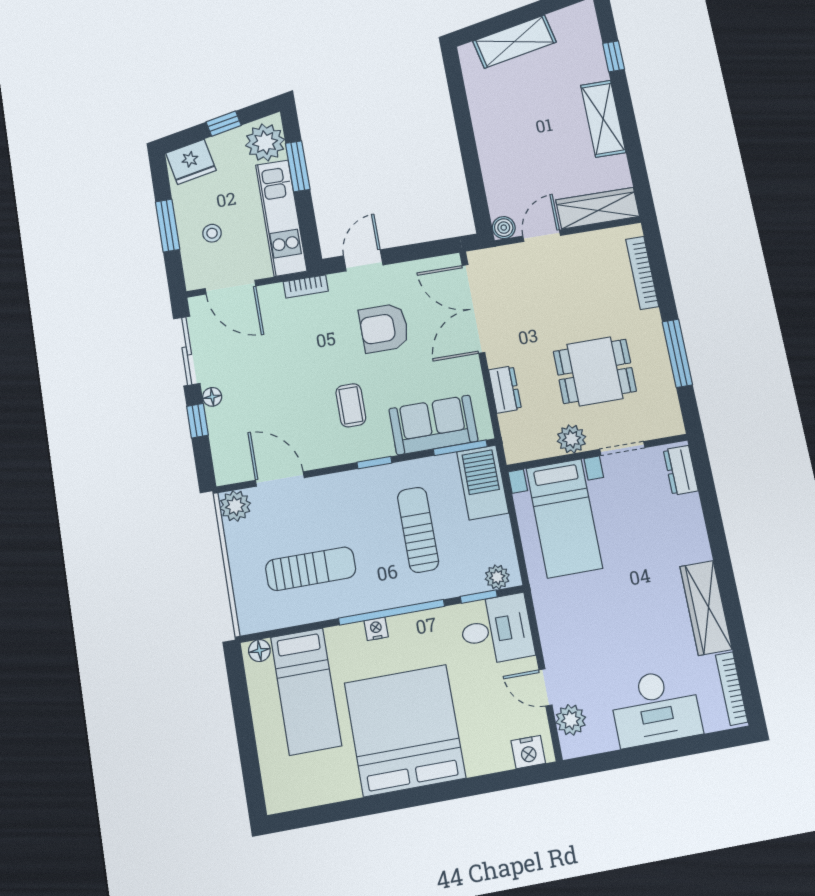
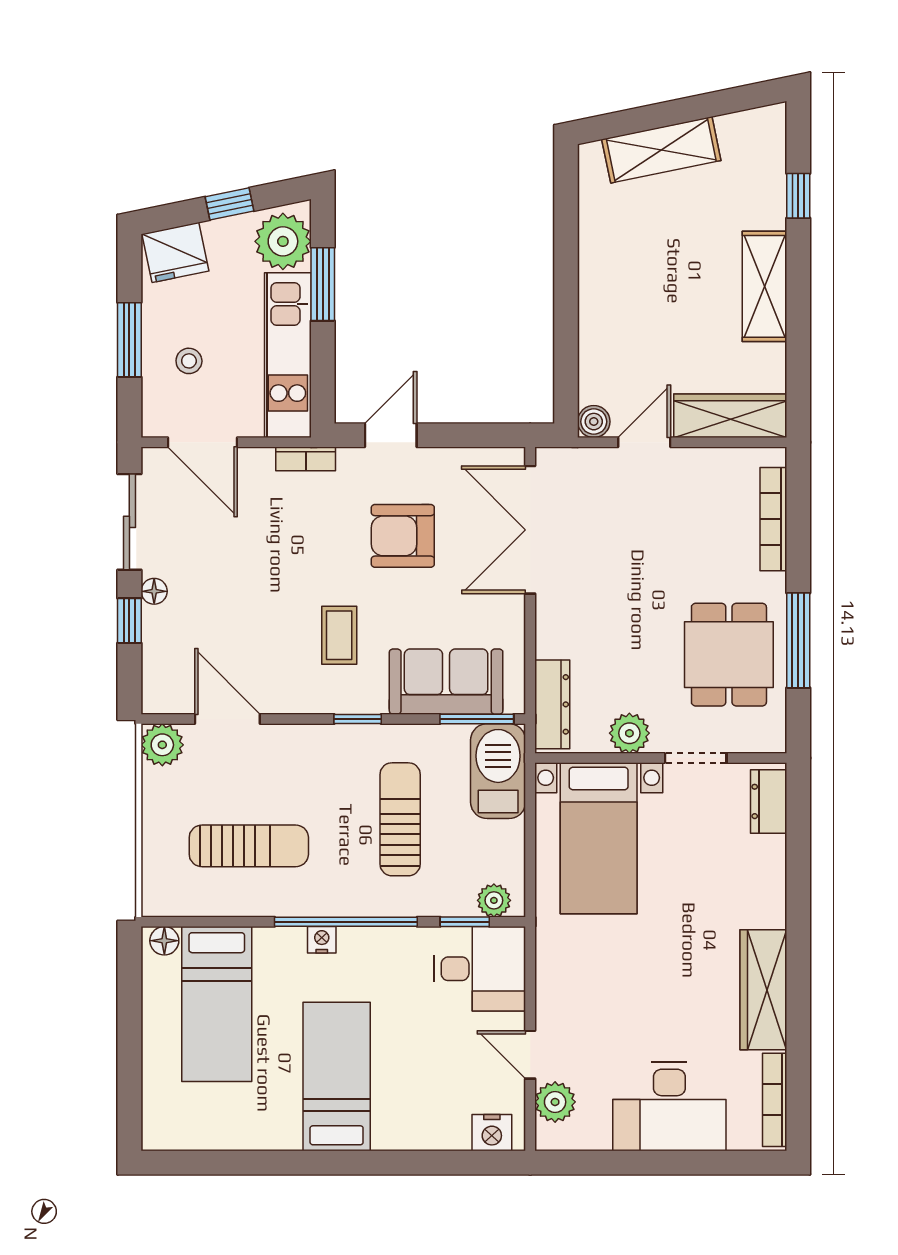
dining table: (595, 371) -> (729, 655), moved, turned 90
dresser: (505, 389) -> (552, 704), moved, width x1.44
bed: (405, 730) -> (337, 1077), width x0.49

